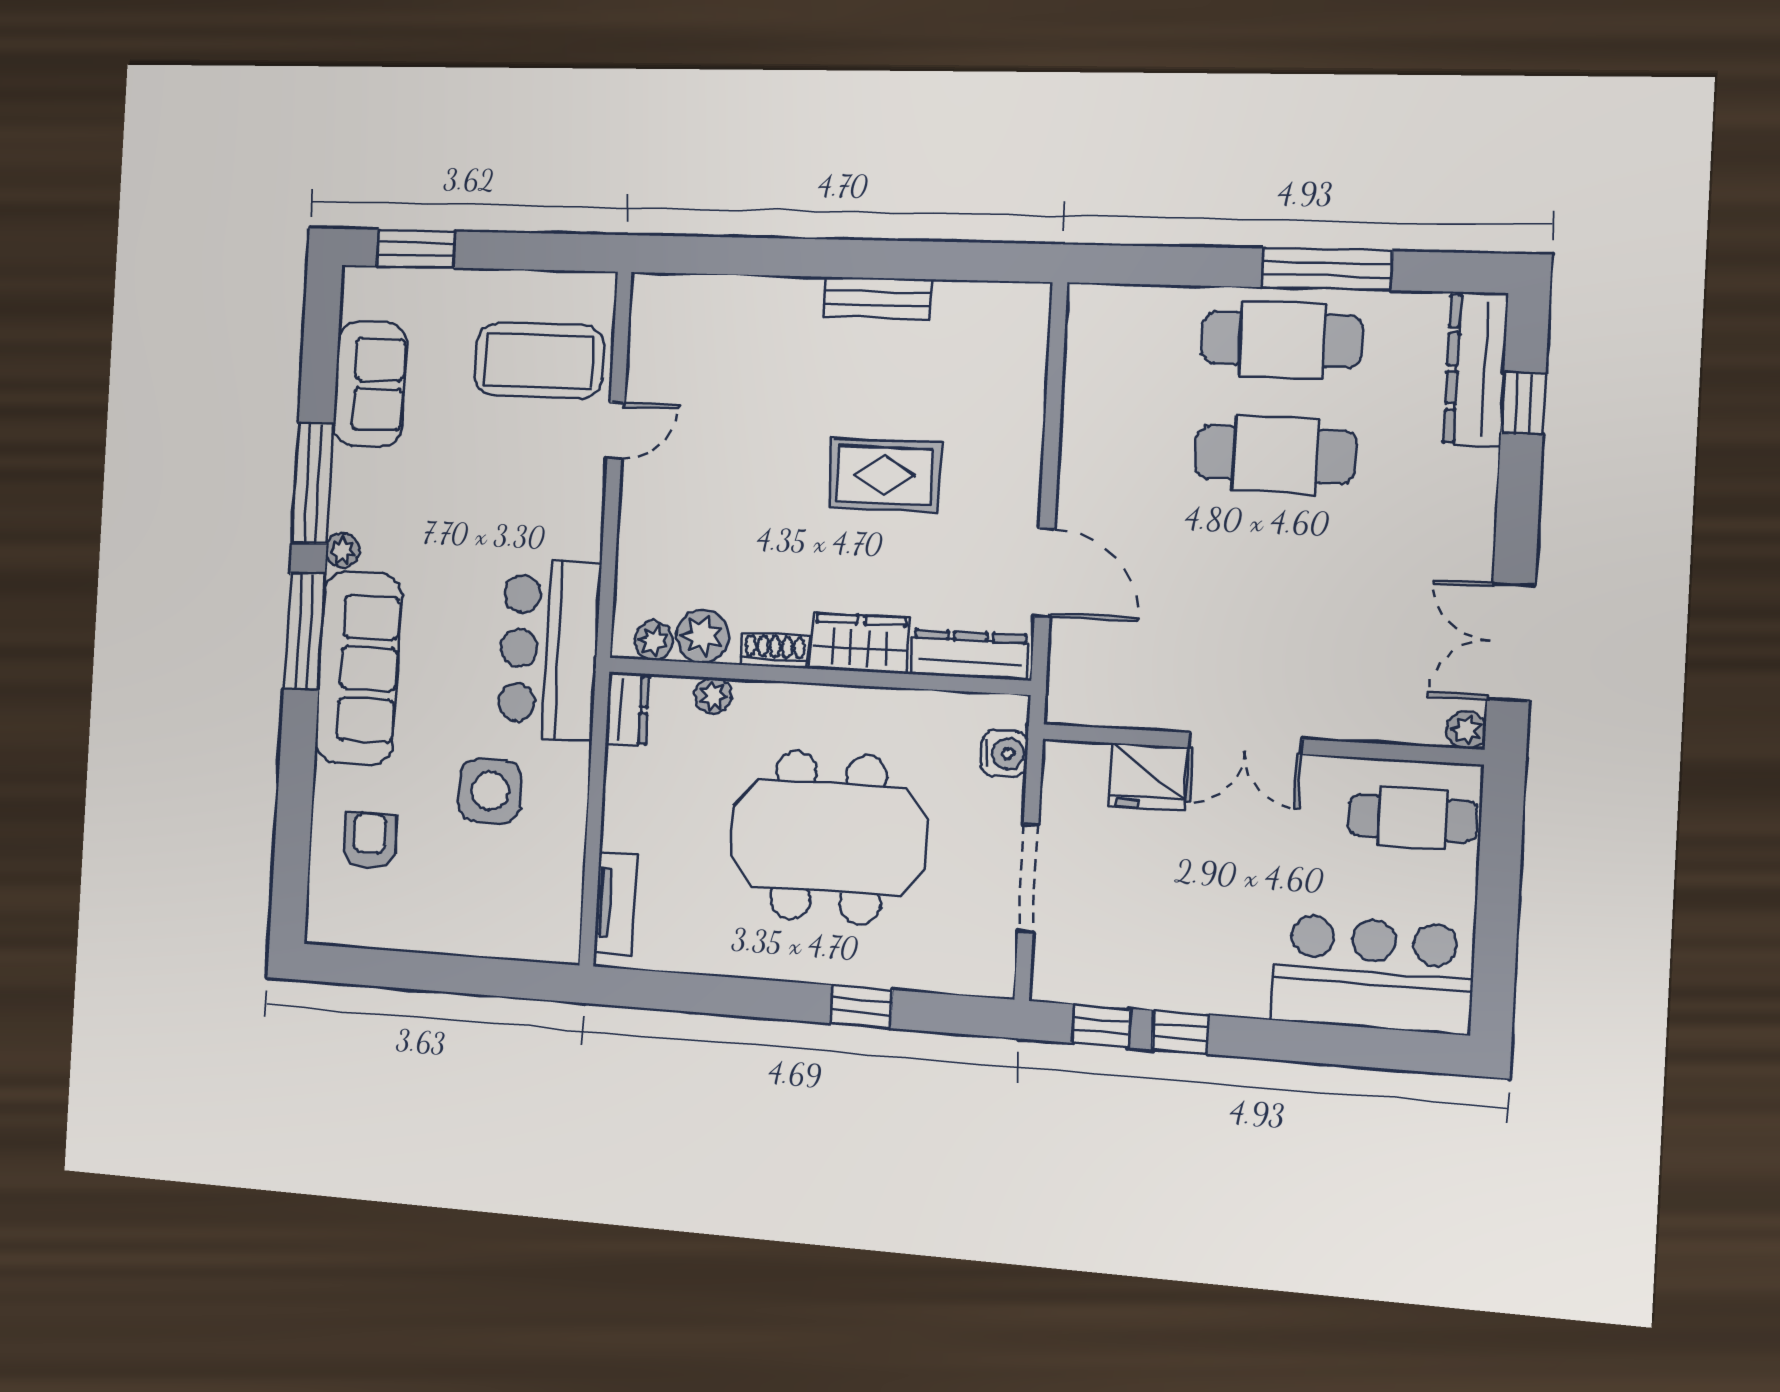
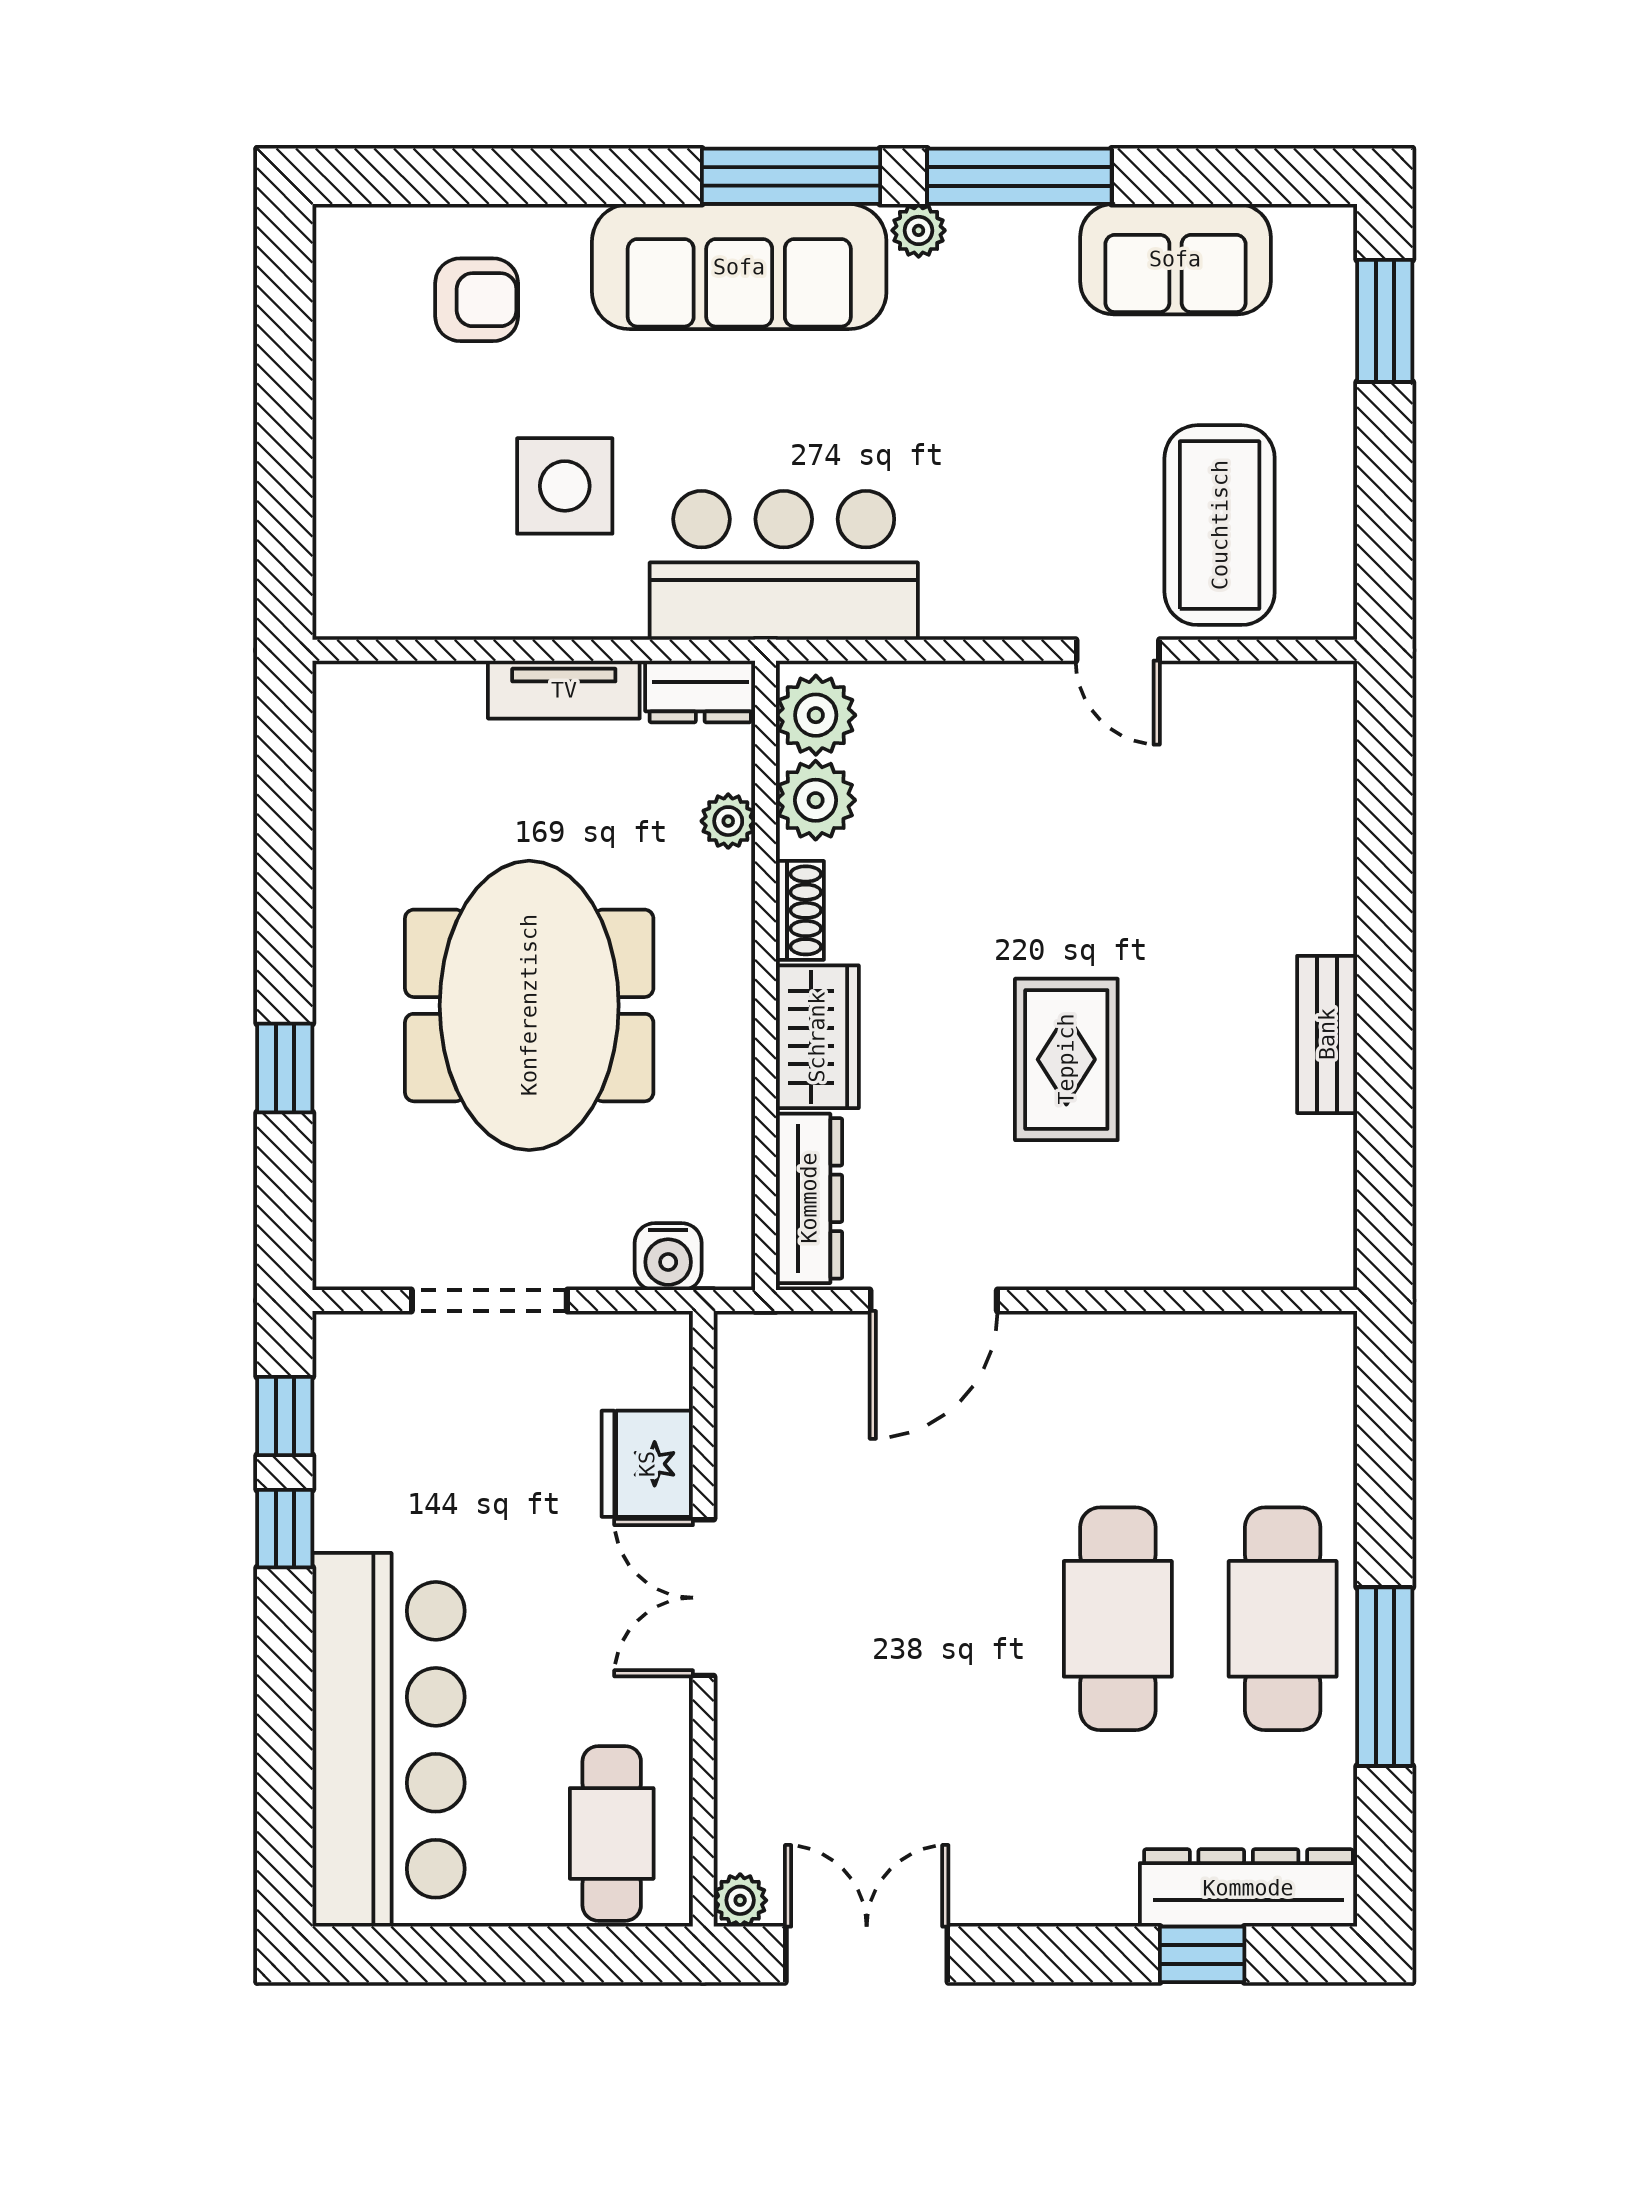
plant: (654, 641) -> (816, 715), width x1.38, depth x1.38
tv unit: (615, 904) -> (564, 690), moved
bar counter: (1372, 974) -> (389, 1740), width x1.36

